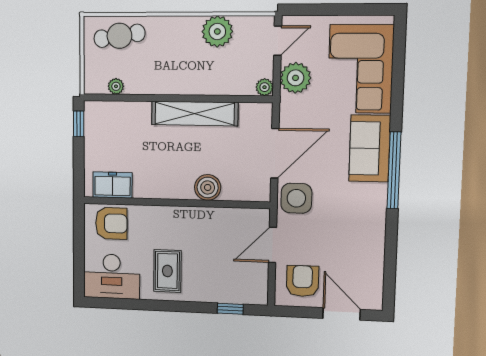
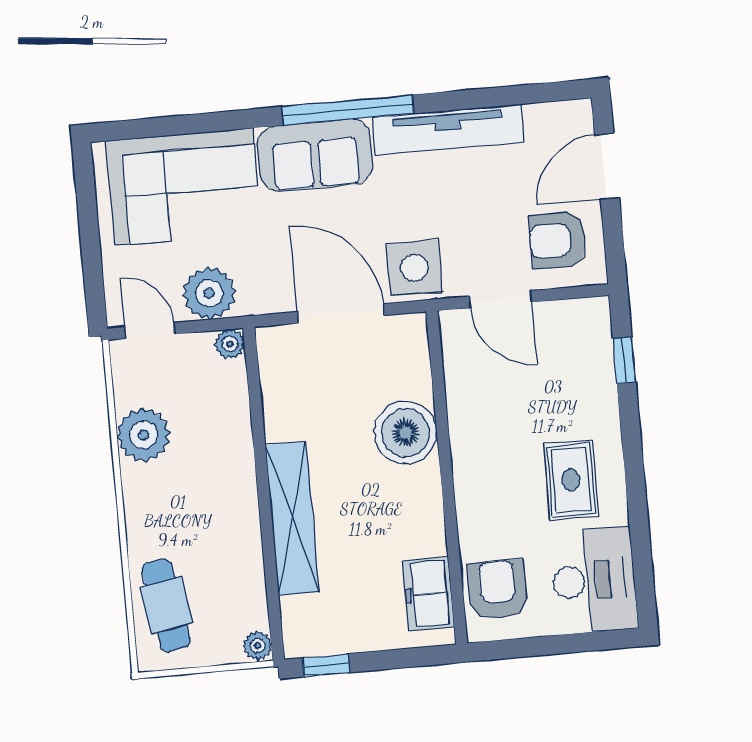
plant: (116, 86) -> (258, 646), moved
shelving: (195, 114) -> (292, 518), moved
boiler: (208, 187) -> (406, 433), width x1.37, depth x1.37
tv unit: (375, 227) -> (448, 130), added
rug: (167, 271) -> (571, 480), turned 90

